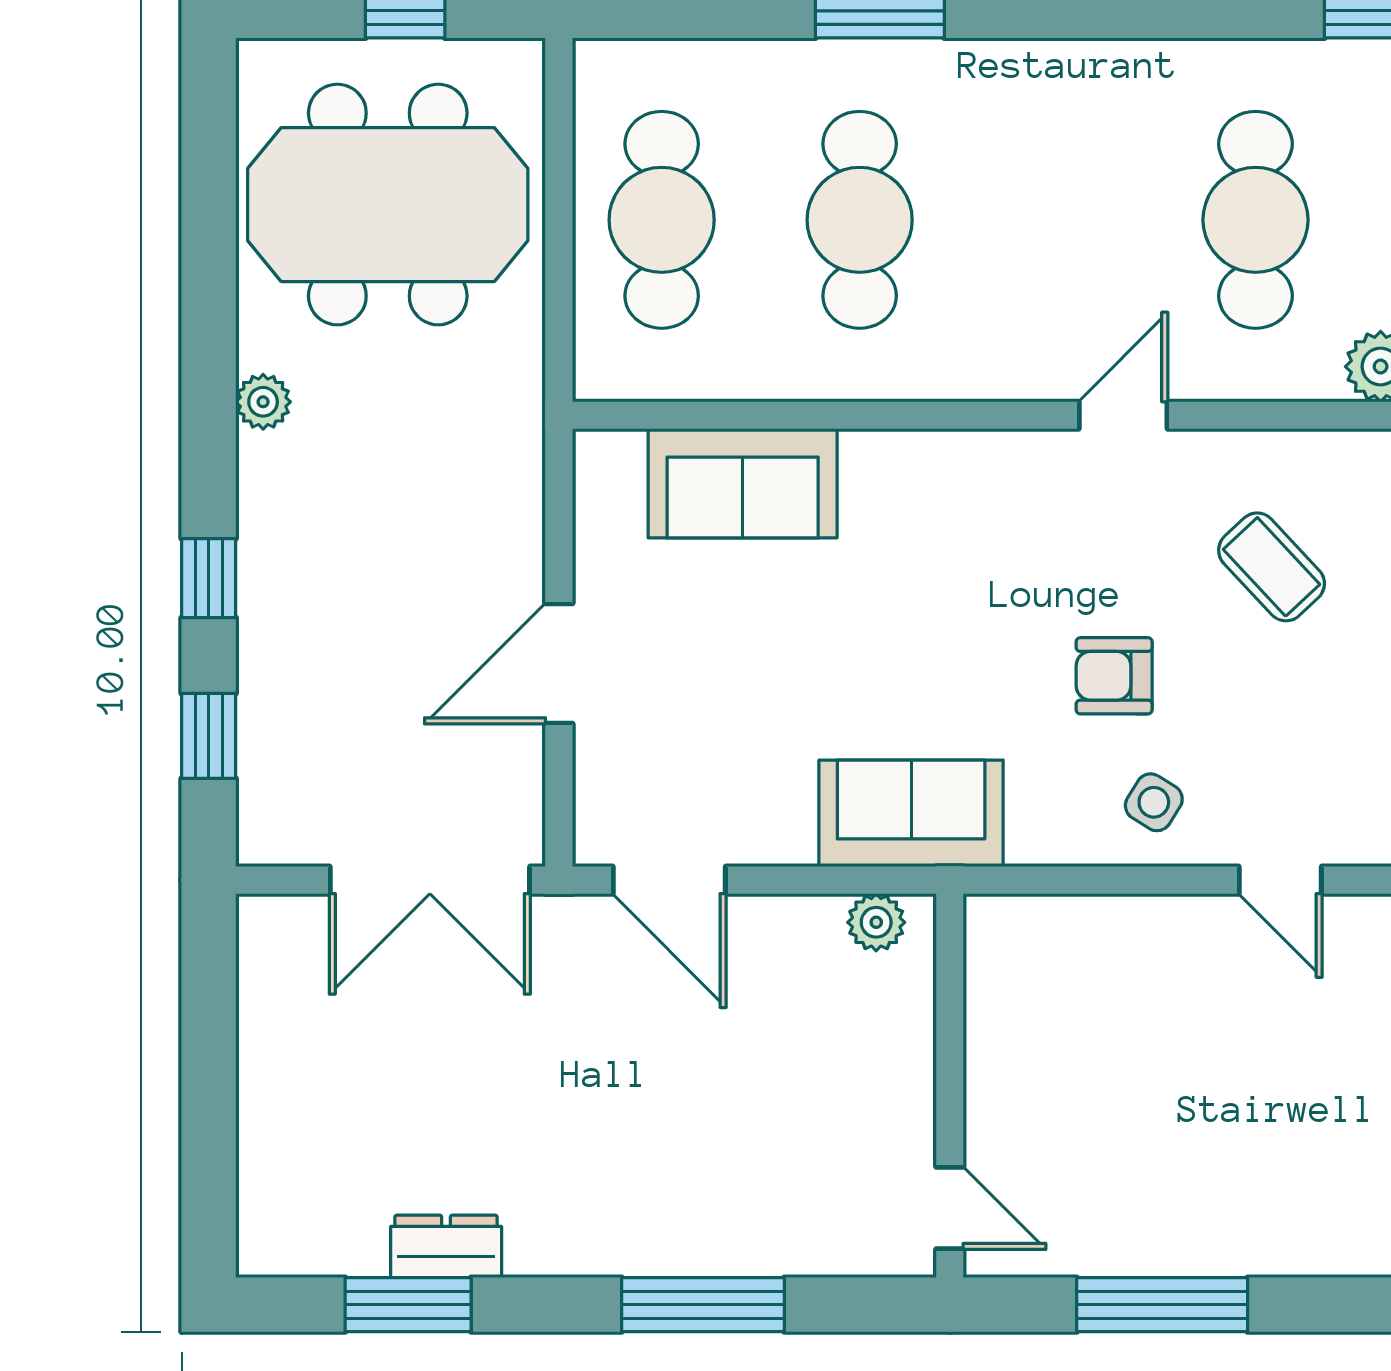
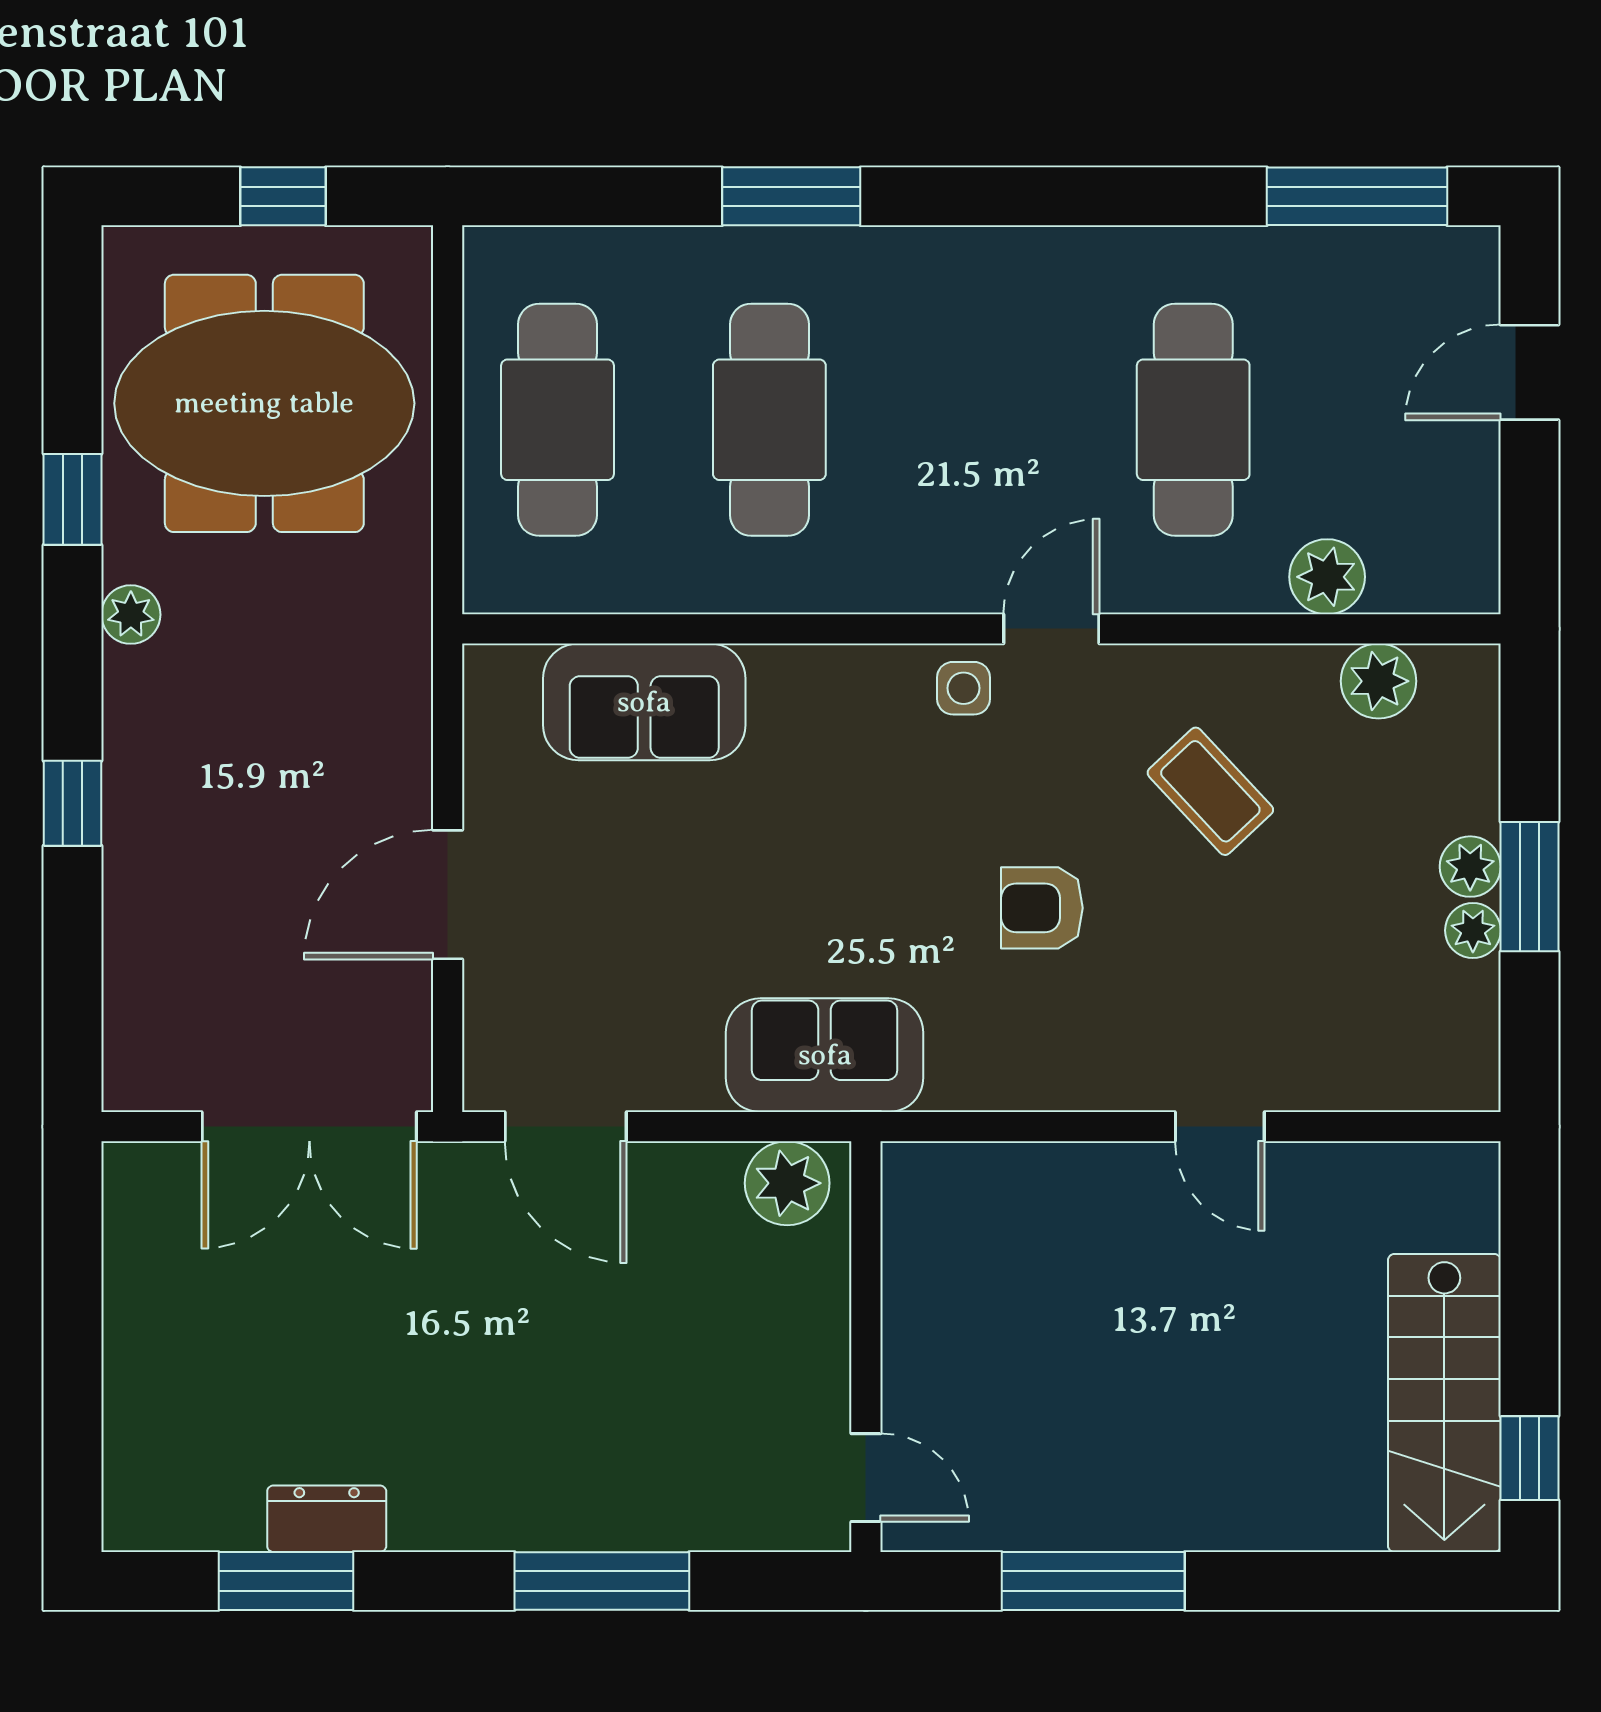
window: (209, 736) -> (73, 499), moved
side table: (1154, 802) -> (963, 688), moved, turned -32
plant: (876, 922) -> (787, 1183), width x1.38, depth x1.38

